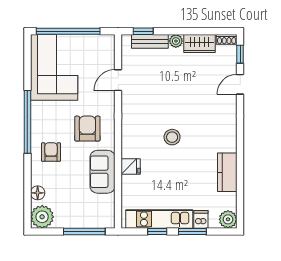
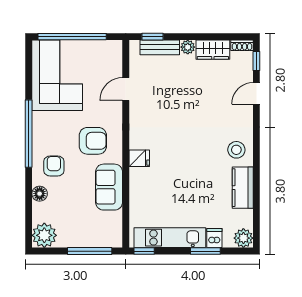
armchair: (87, 129) -> (93, 141), turned 90
stool: (172, 137) -> (236, 150), moved
fridge: (131, 167) -> (139, 158), moved
floor lamp: (38, 193) -> (40, 194), moved
window: (157, 231) -> (144, 251), moved

